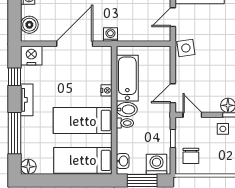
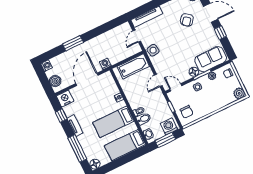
bathtub: (127, 78) -> (133, 66), moved, turned 90
bidet: (127, 109) -> (144, 119), moved

